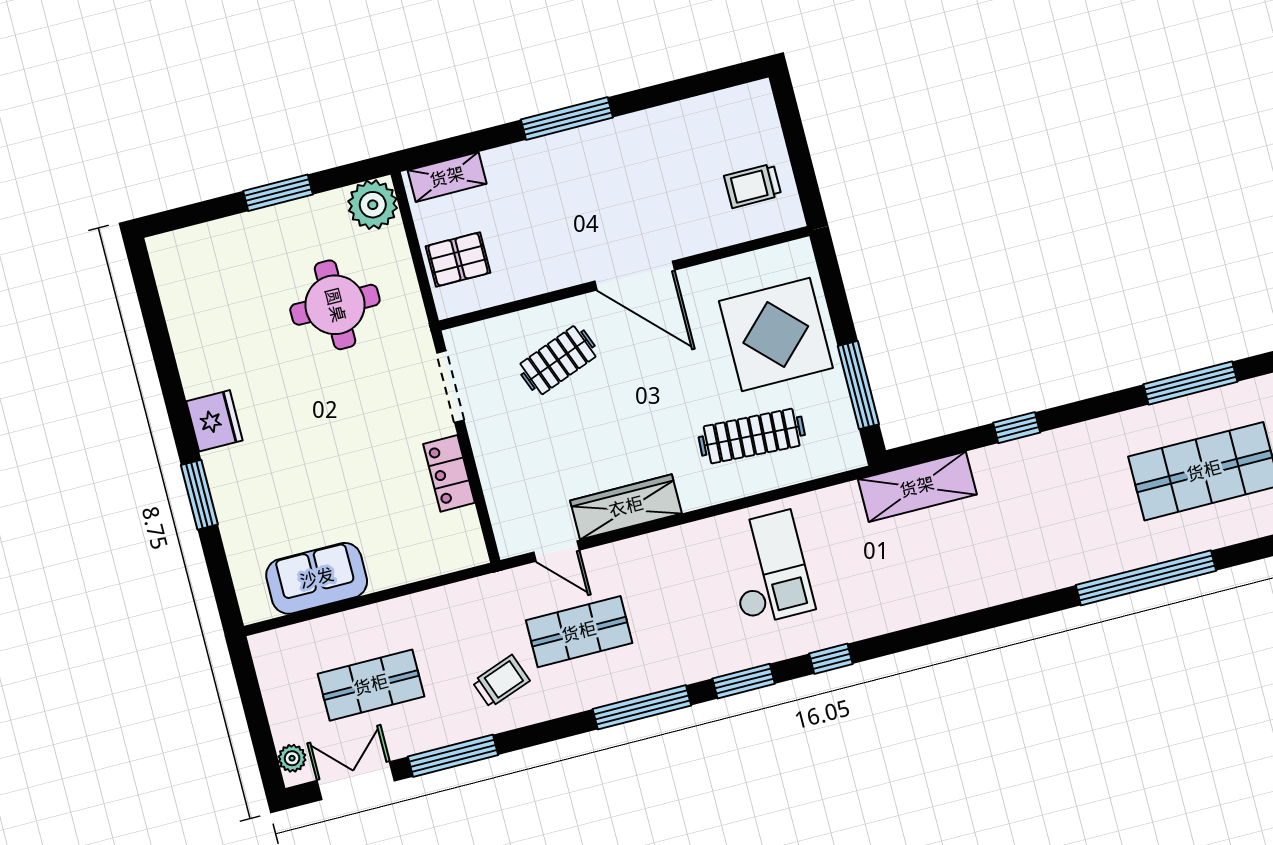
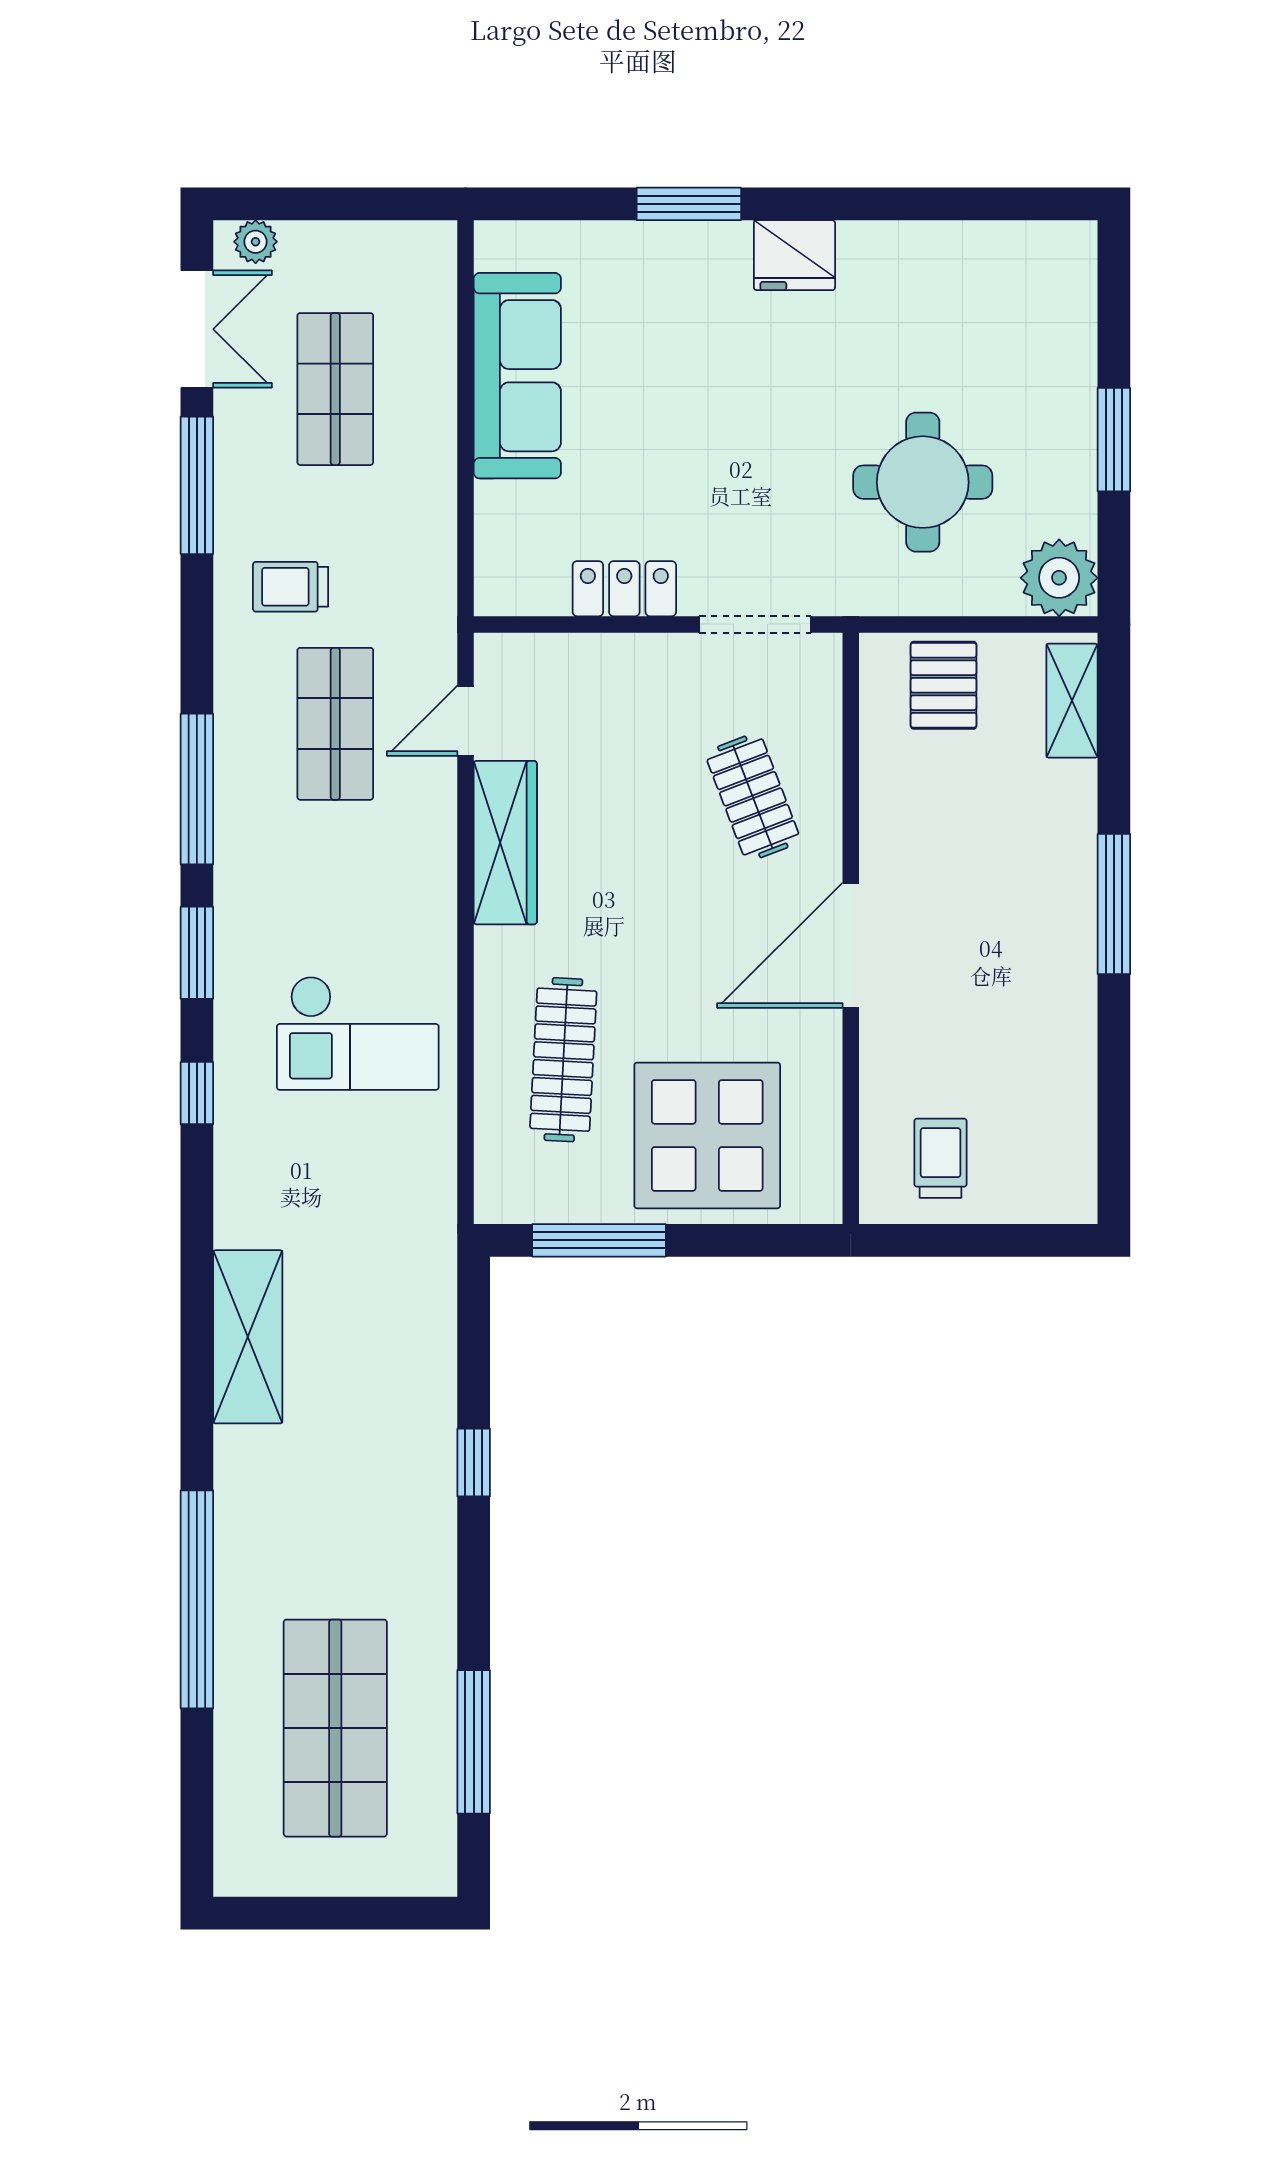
shelving: (917, 487) -> (248, 1337), moved
sofa: (317, 578) -> (517, 376), width x1.36
trolley: (501, 681) -> (291, 587), turned 110

